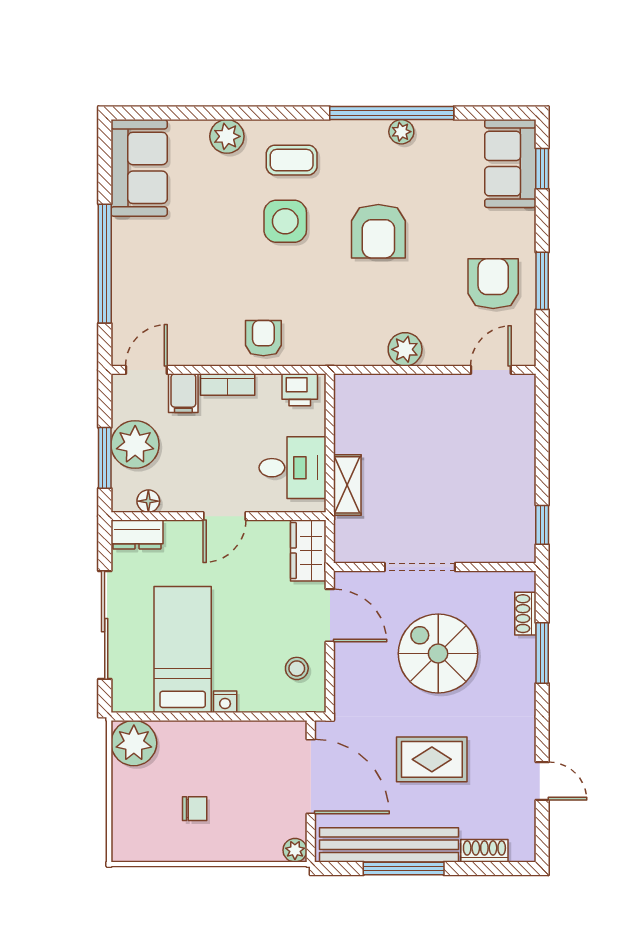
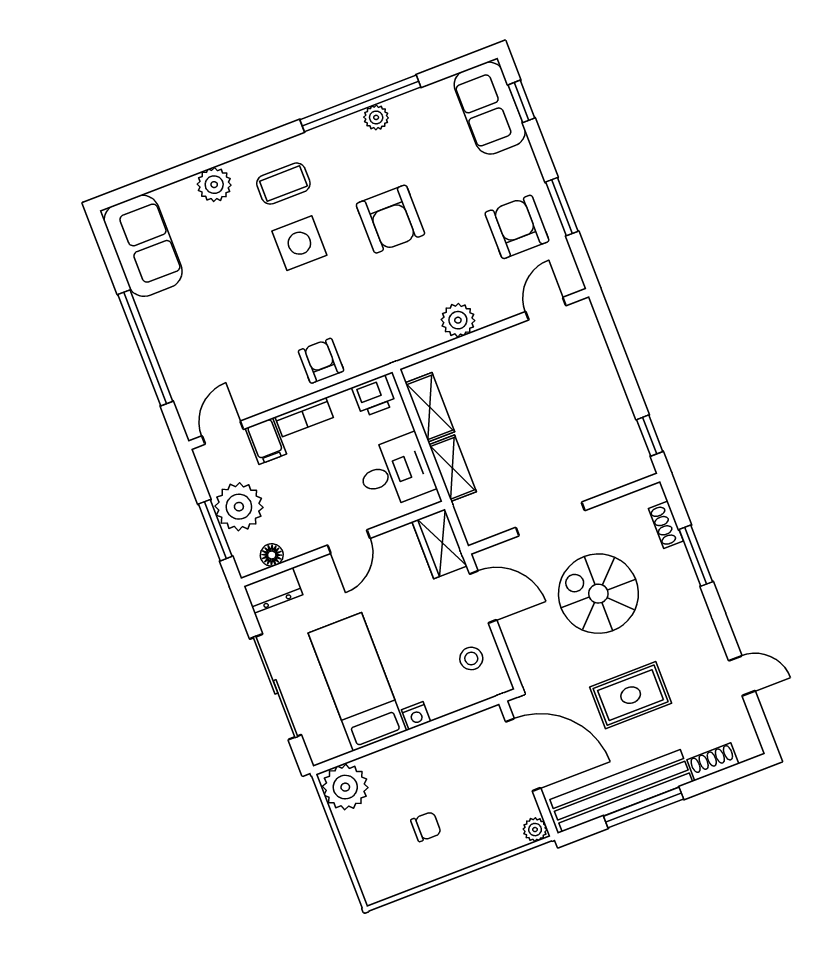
shelving: (348, 420) -> (430, 407), added

